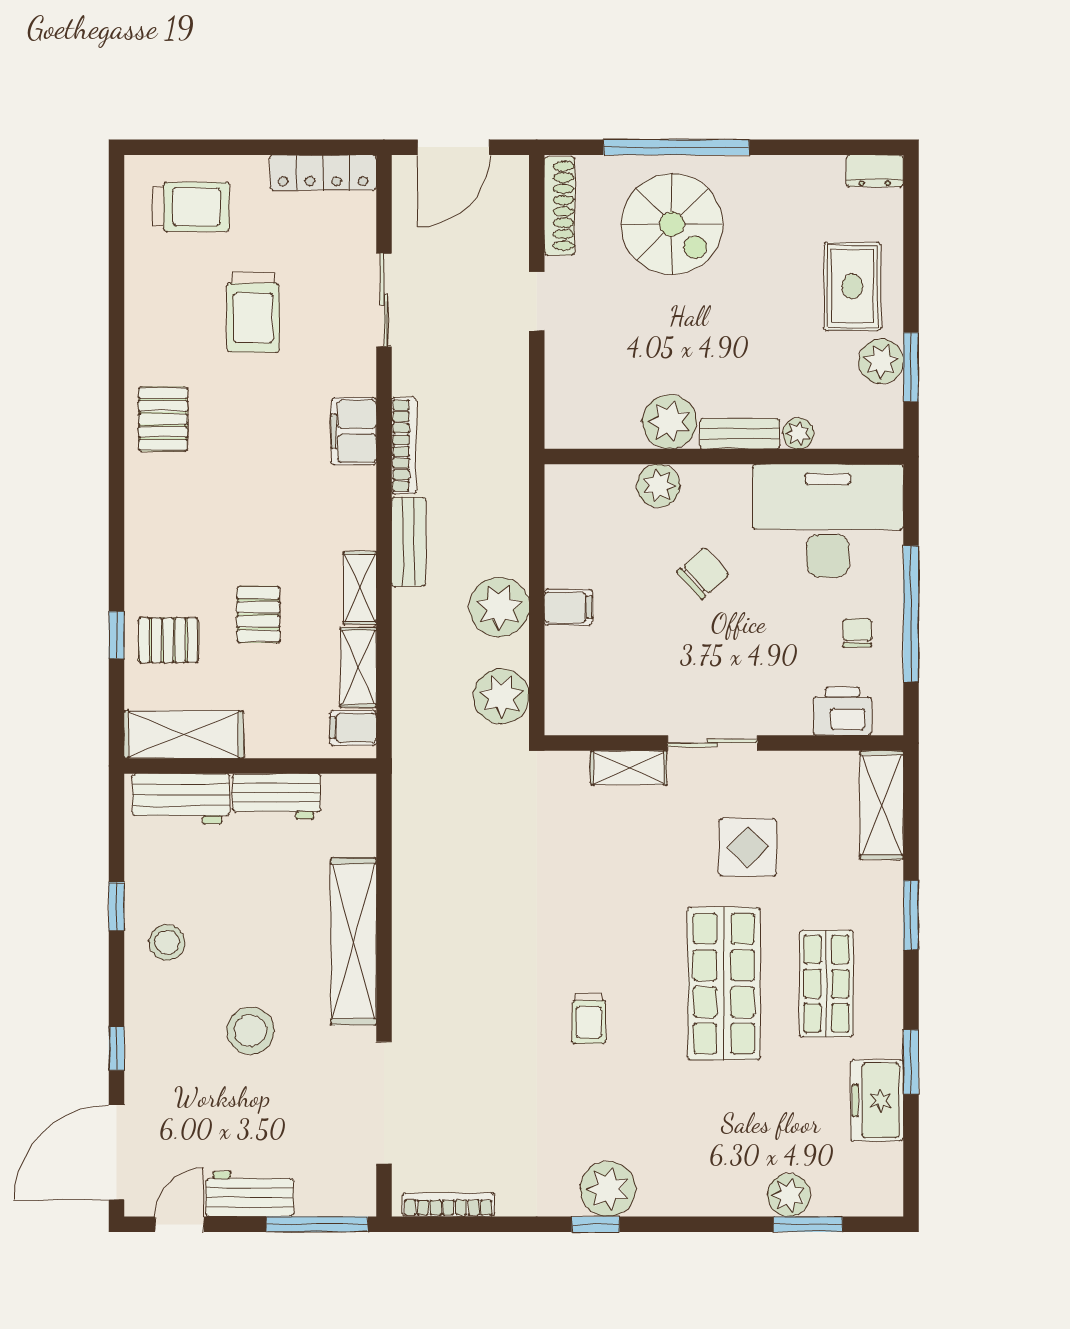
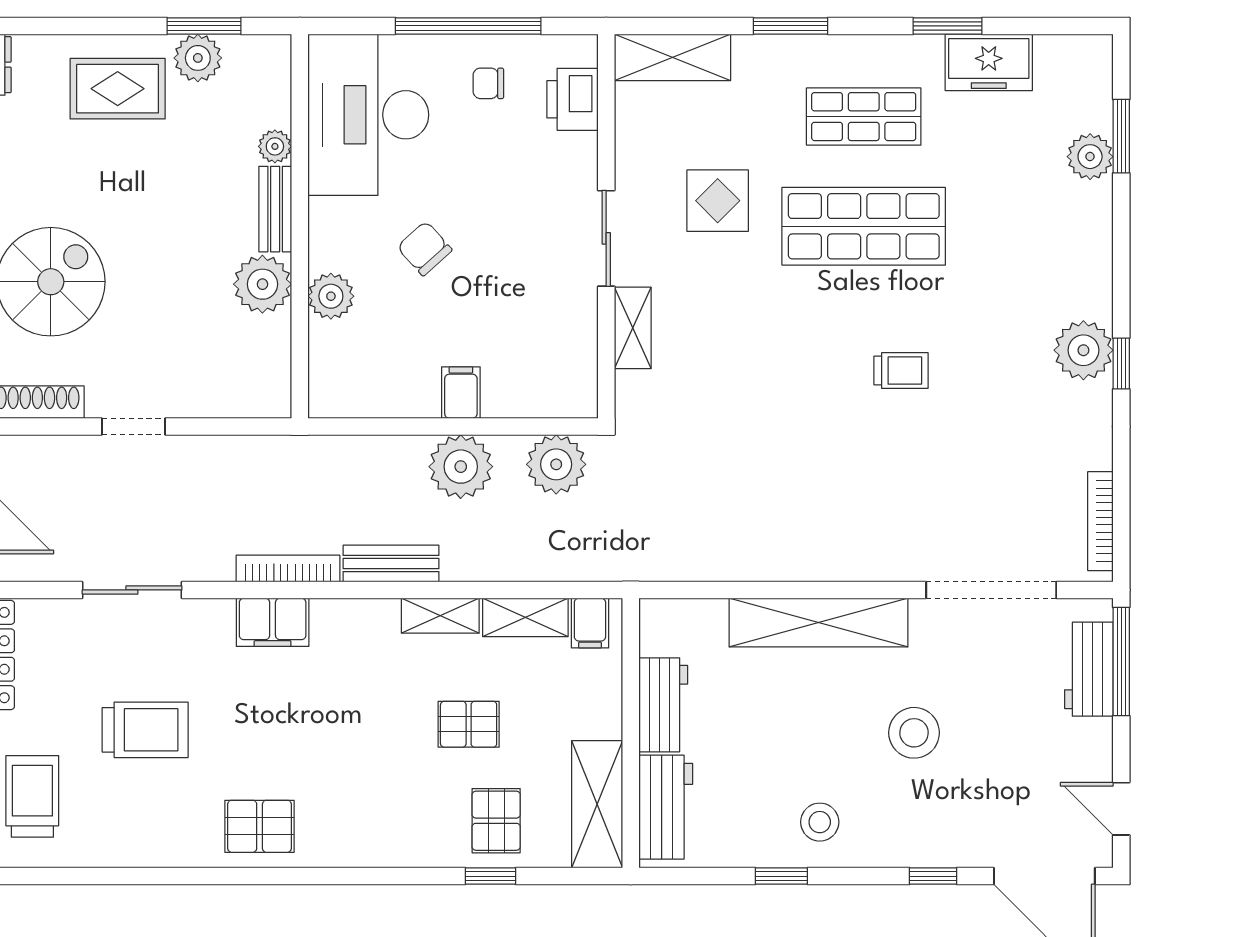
workbench: (250, 1194) -> (1089, 669), moved

